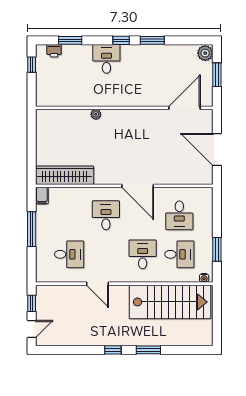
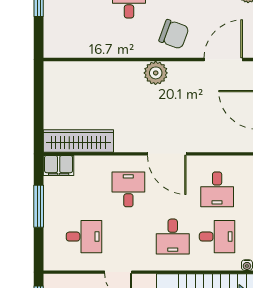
chair: (144, 87) -> (174, 34), added
plant: (96, 114) -> (156, 73), moved, width x1.87, depth x1.87
filing cabinet: (42, 196) -> (59, 166), width x2.00
desk: (143, 254) -> (173, 237), turned 180

